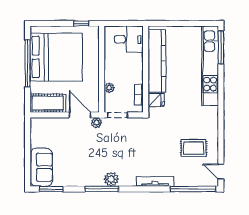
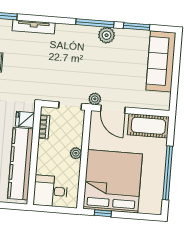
bed: (56, 57) -> (113, 181), moved, turned 90
plant: (109, 88) -> (76, 153), moved
sofa: (41, 167) -> (161, 61), width x1.36
plant: (111, 179) -> (107, 35), moved
window: (51, 189) -> (137, 27), moved

